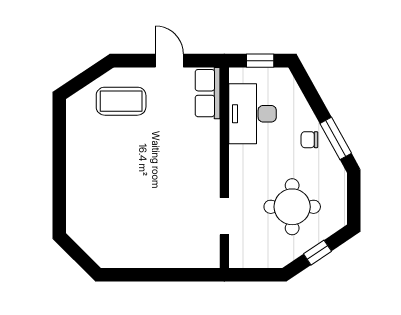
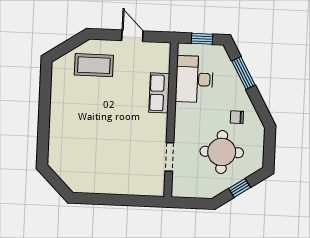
row of seats: (208, 93) -> (159, 93), moved
window: (336, 138) -> (243, 73), moved
chair: (309, 140) -> (237, 117), moved

